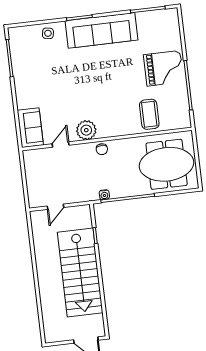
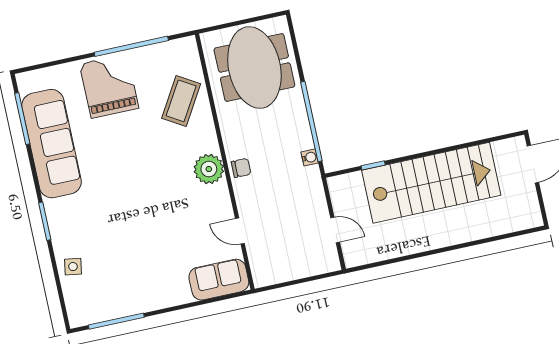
sofa: (101, 30) -> (52, 144), moved
coffee table: (149, 114) -> (181, 101), turned -59
plant: (86, 130) -> (209, 169), moved

